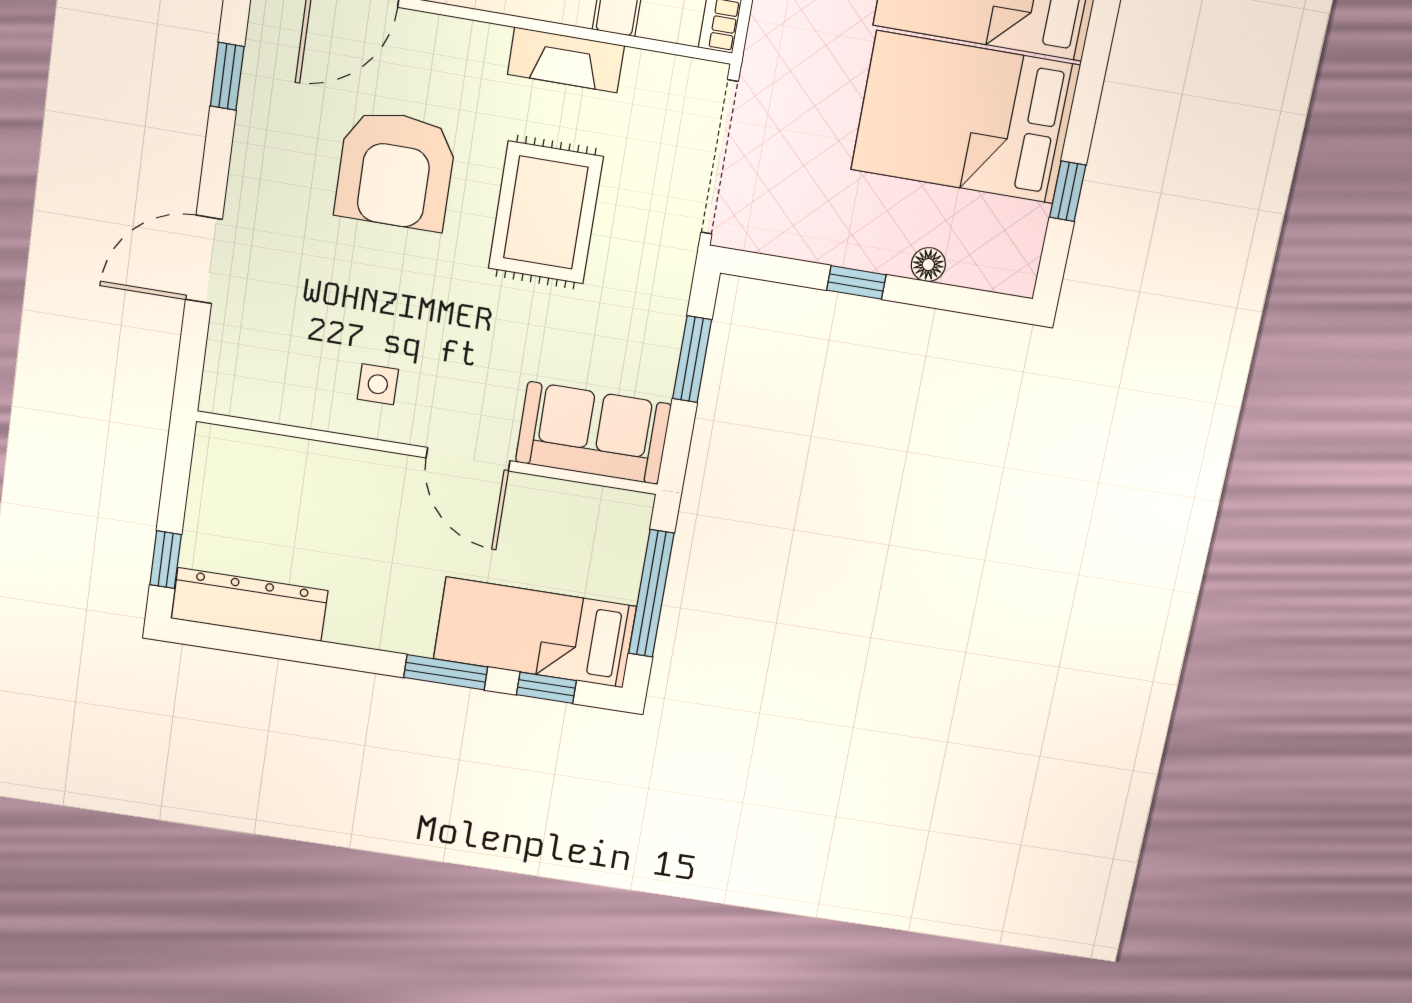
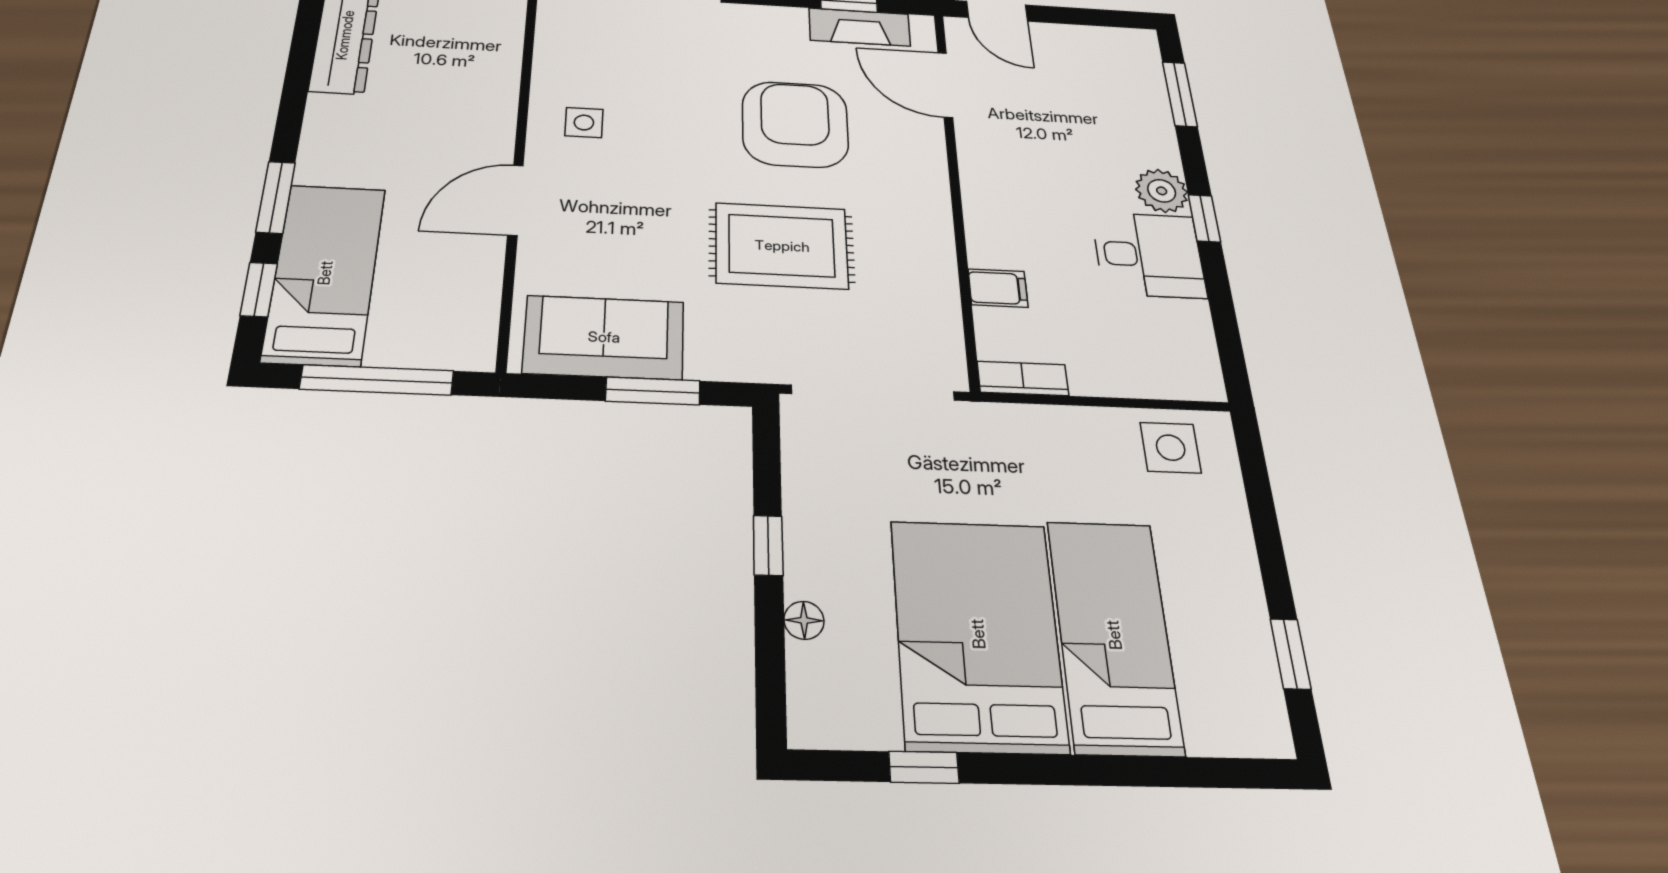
fireplace: (566, 60) -> (860, 27), moved, turned -90
armchair: (396, 170) -> (795, 124), turned 90
sofa: (593, 433) -> (604, 337), moved, turned -90

